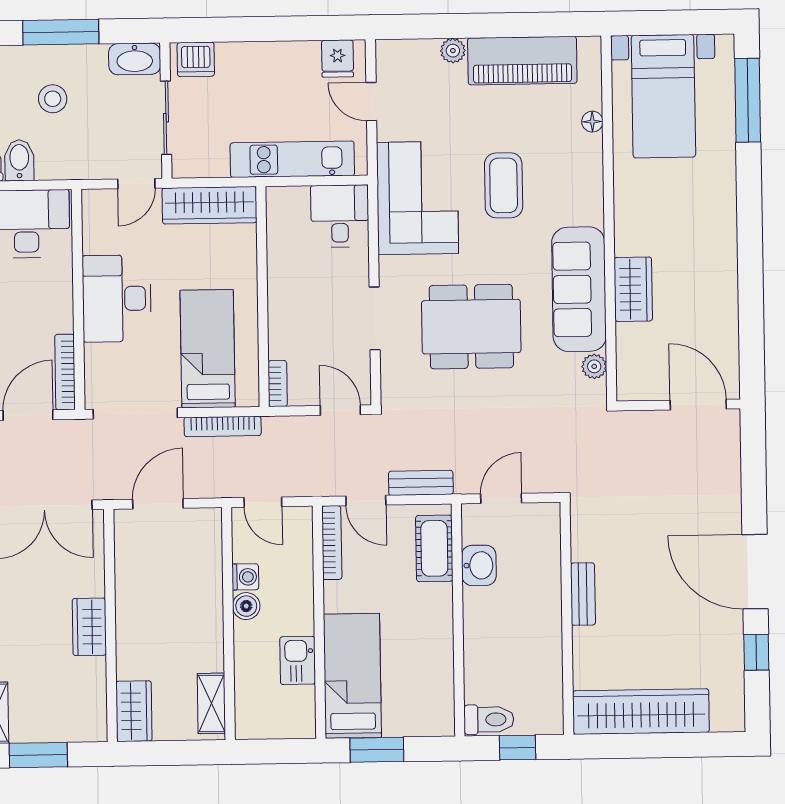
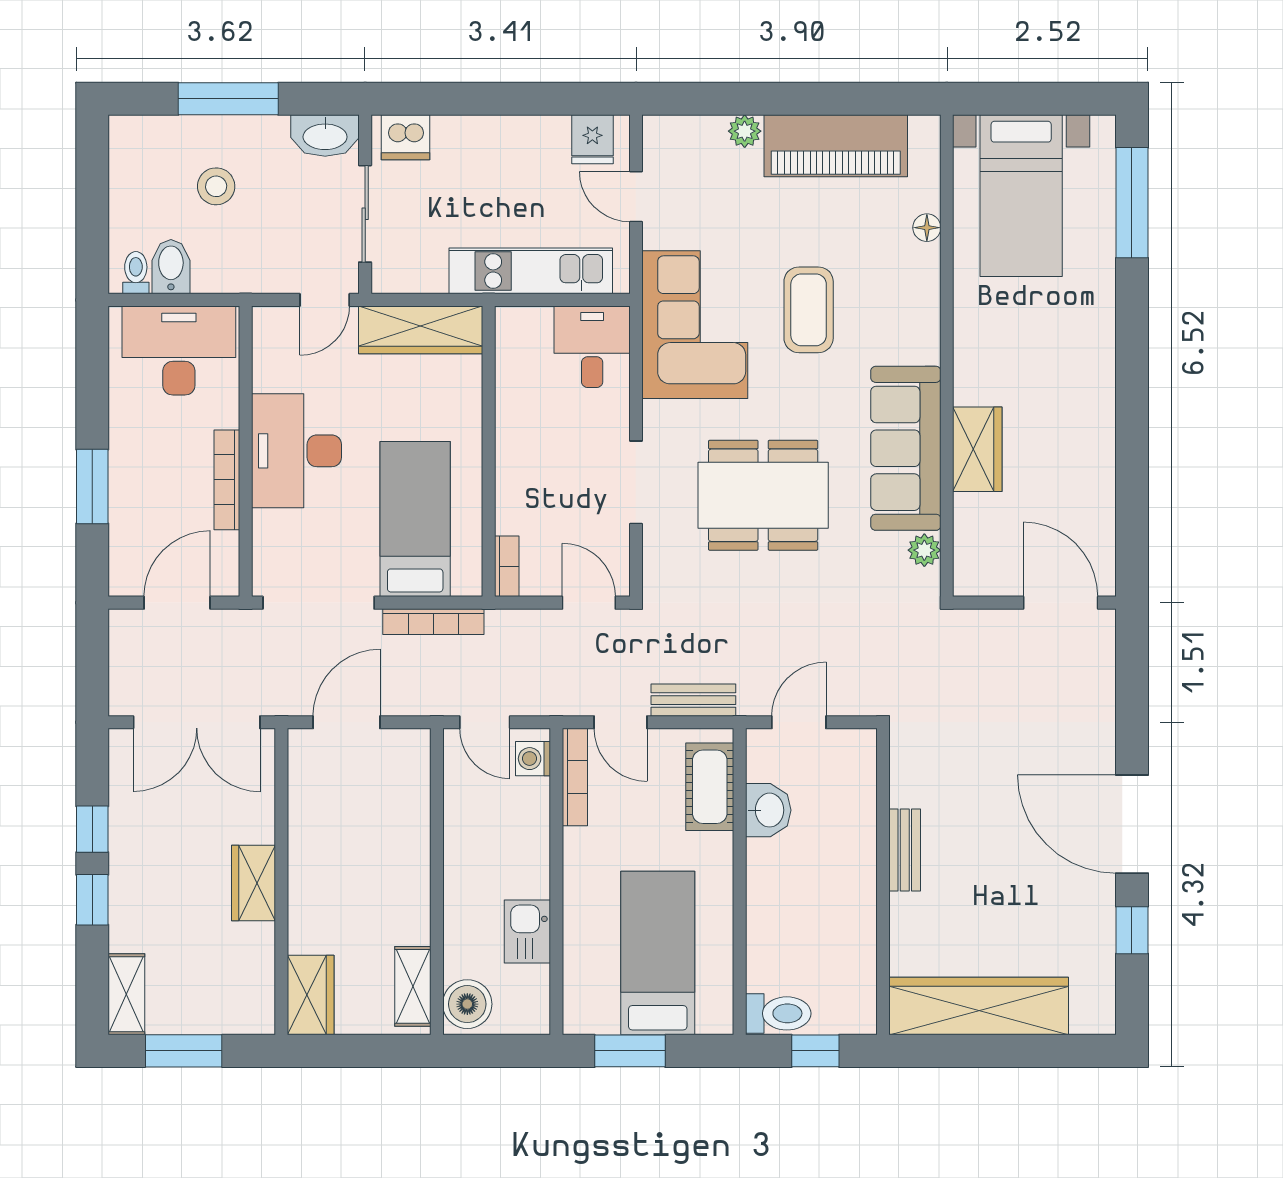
bookcase: (65, 372) -> (227, 480), moved
washing machine: (245, 577) -> (533, 759), moved, turned 180
boiler: (246, 606) -> (467, 1004), moved, width x1.36, depth x1.36
bed: (352, 676) -> (658, 953), moved

